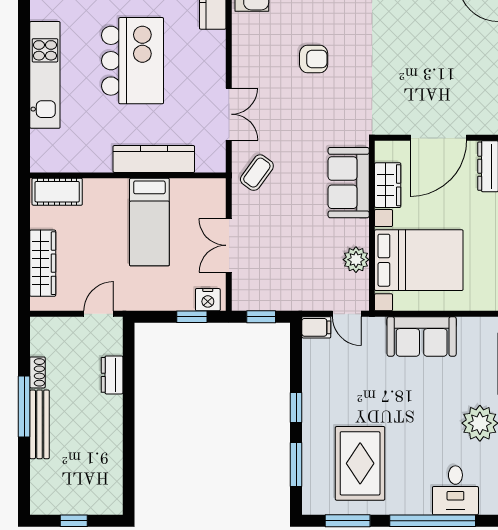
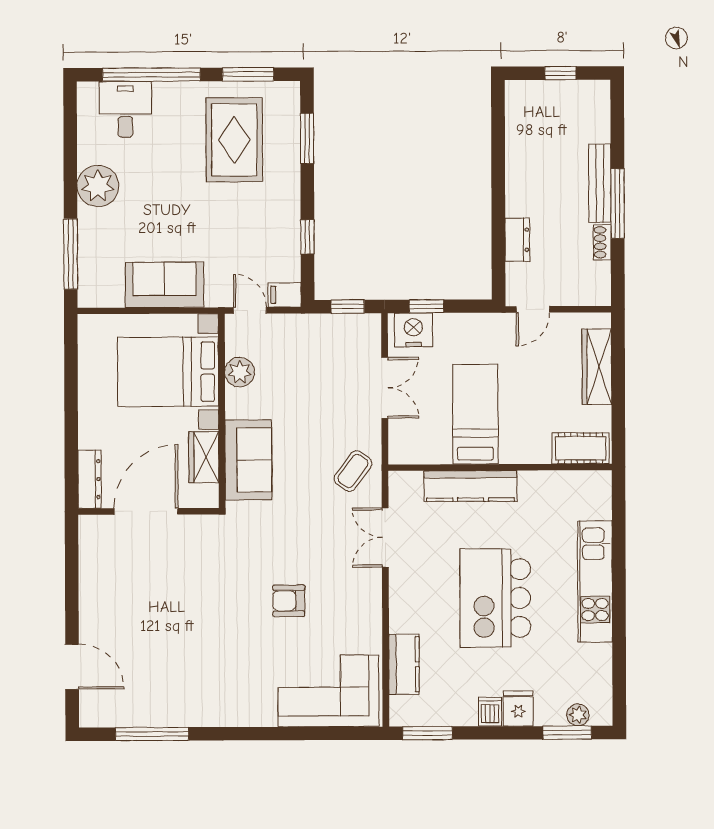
nightstand: (208, 300) -> (413, 330), width x1.36, depth x1.33
window: (296, 408) -> (307, 237), moved

